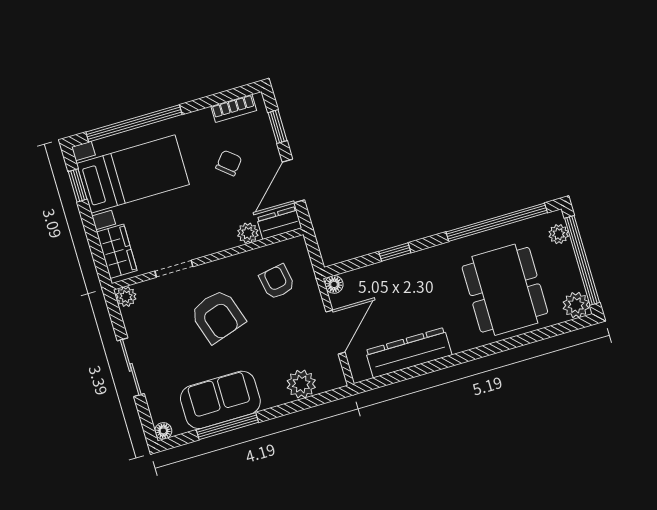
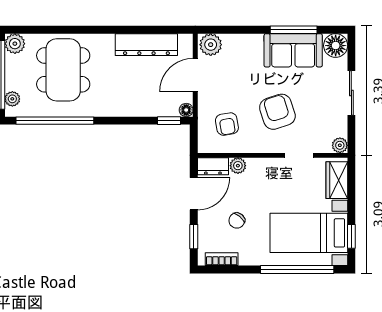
window: (395, 252) -> (169, 121), moved
plant: (301, 384) -> (211, 45), moved
floor lamp: (163, 431) -> (336, 46), width x1.89, depth x1.89

